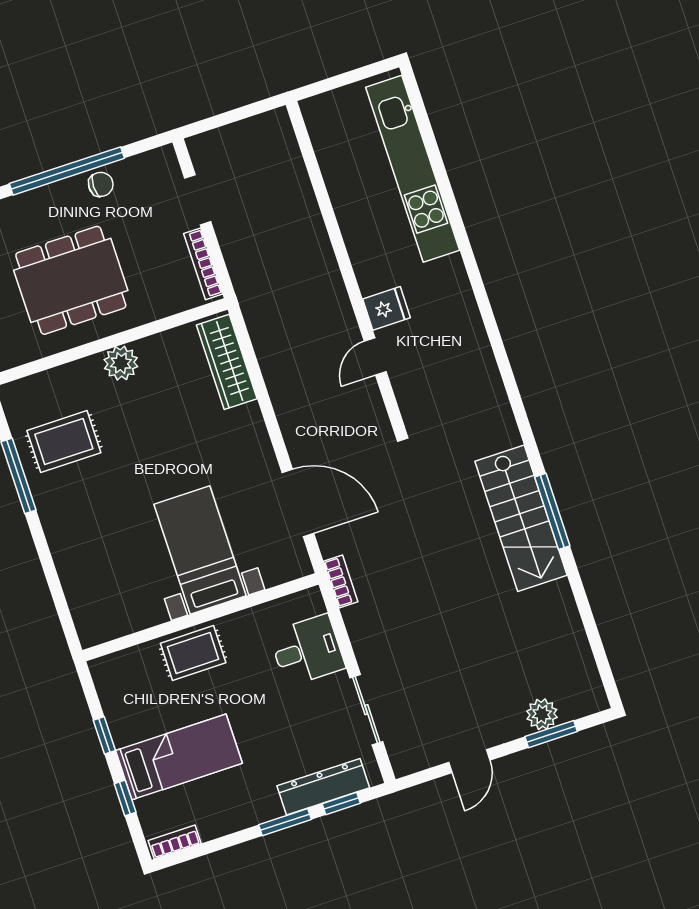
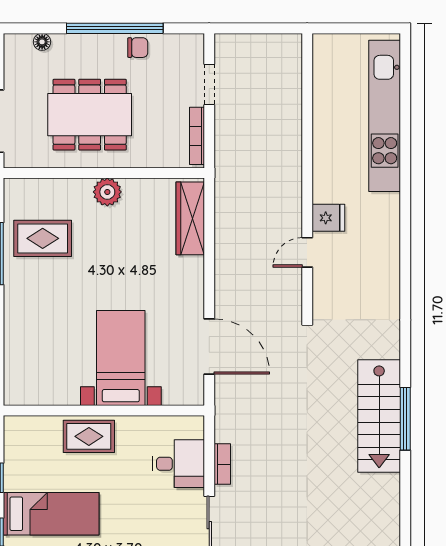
bookcase: (341, 581) -> (222, 464), moved

